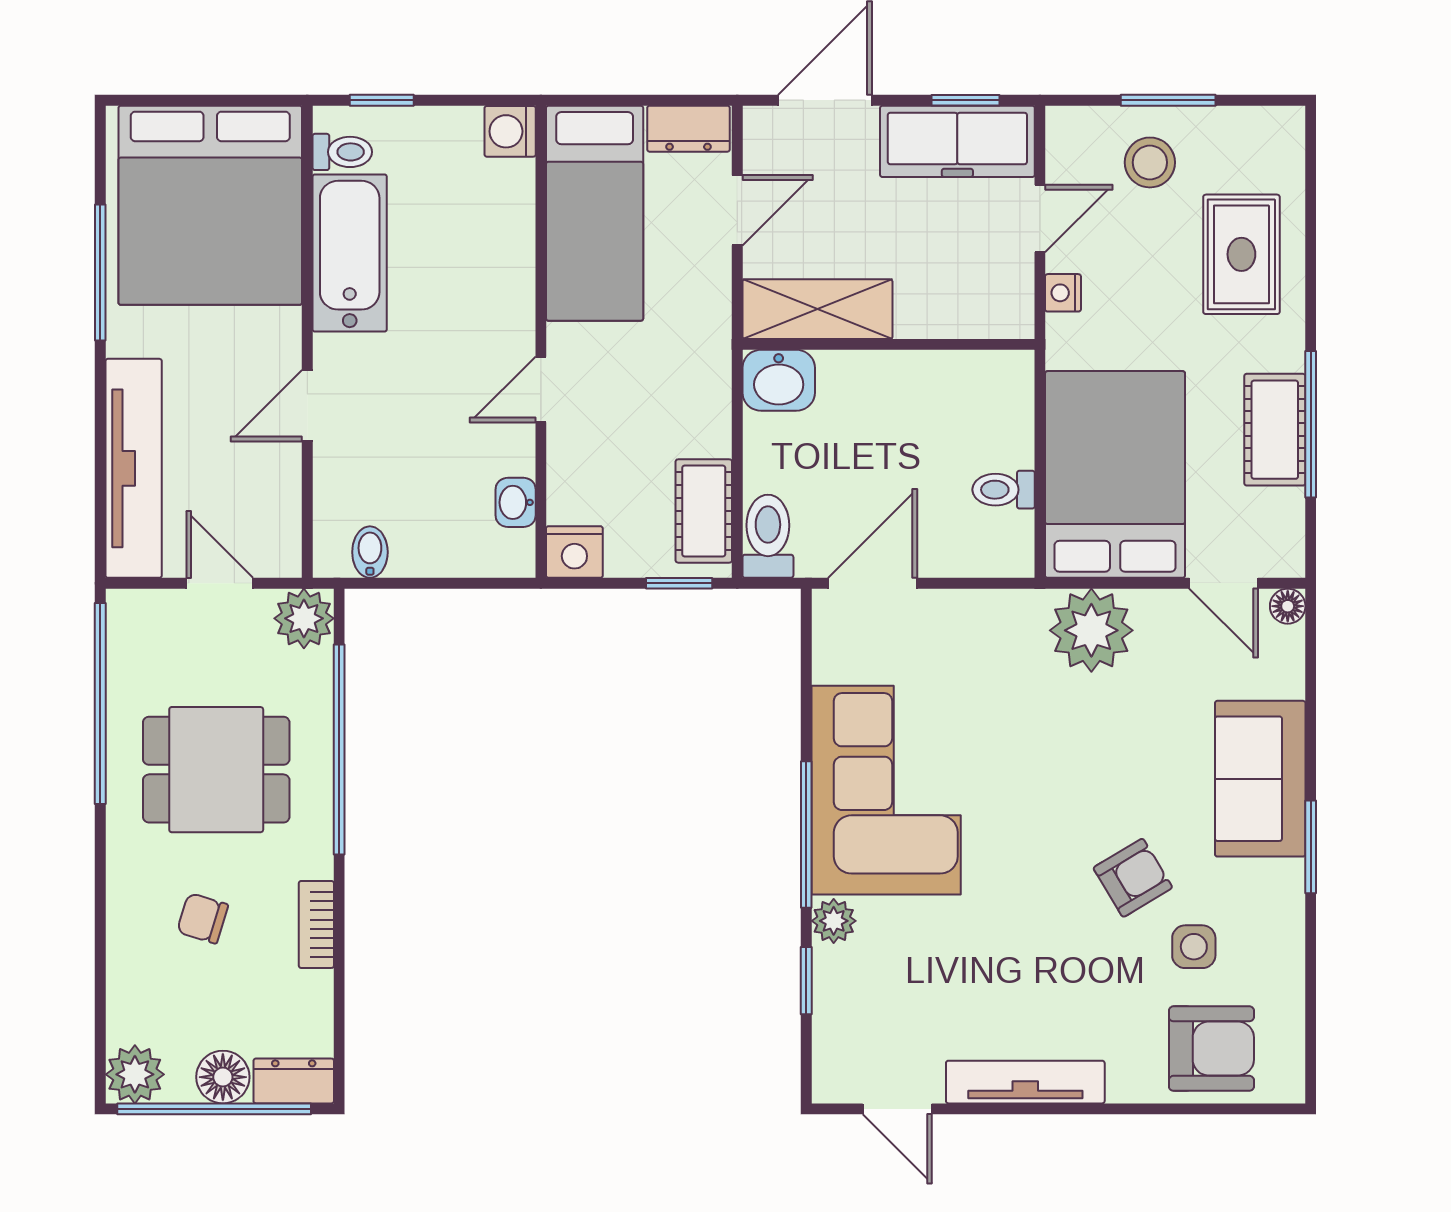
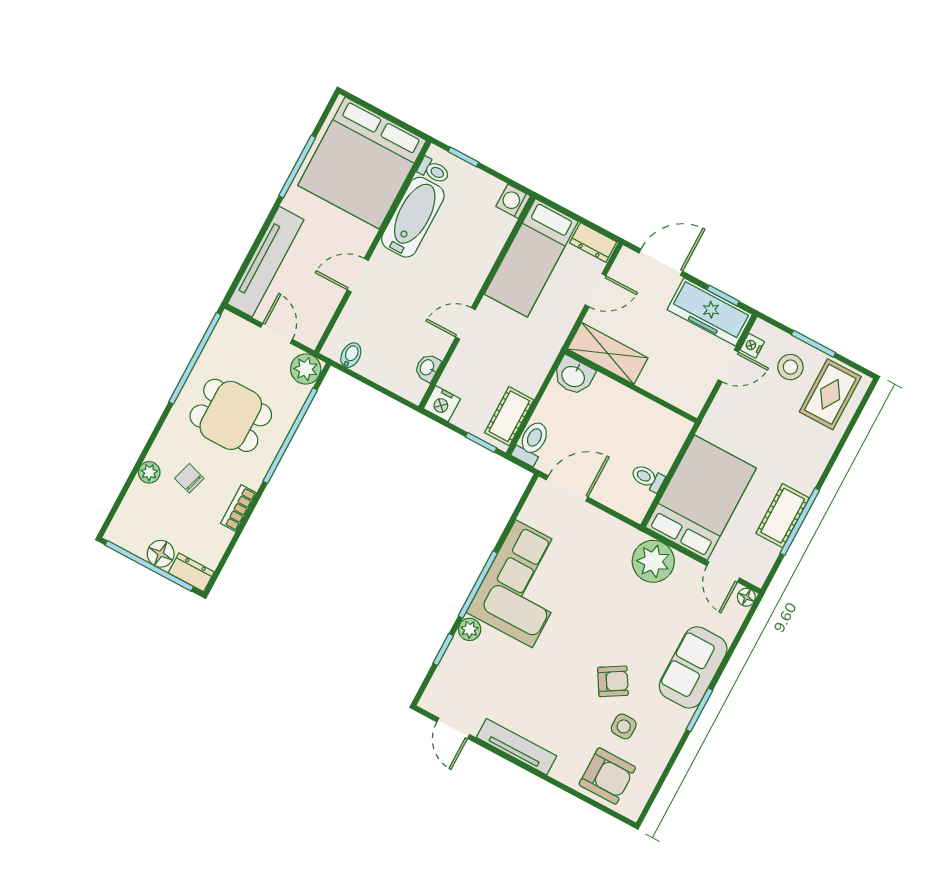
rug: (1241, 254) -> (830, 394), moved
nightstand: (1063, 293) -> (752, 346), moved
plant: (135, 1074) -> (149, 472), moved, width x0.73, depth x0.73

